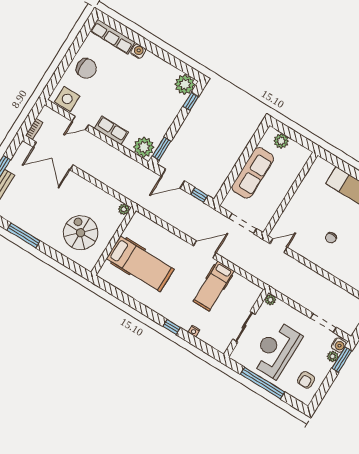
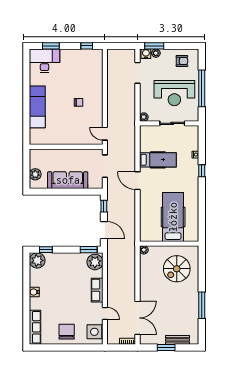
water cooler: (138, 51) -> (34, 292), moved

